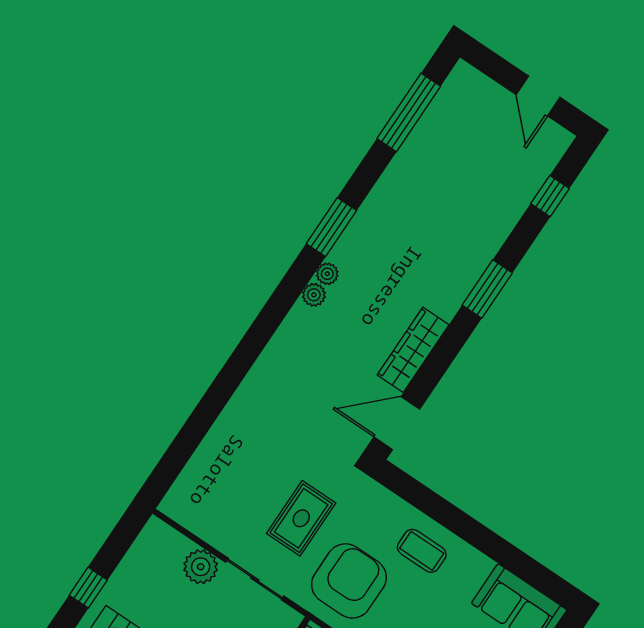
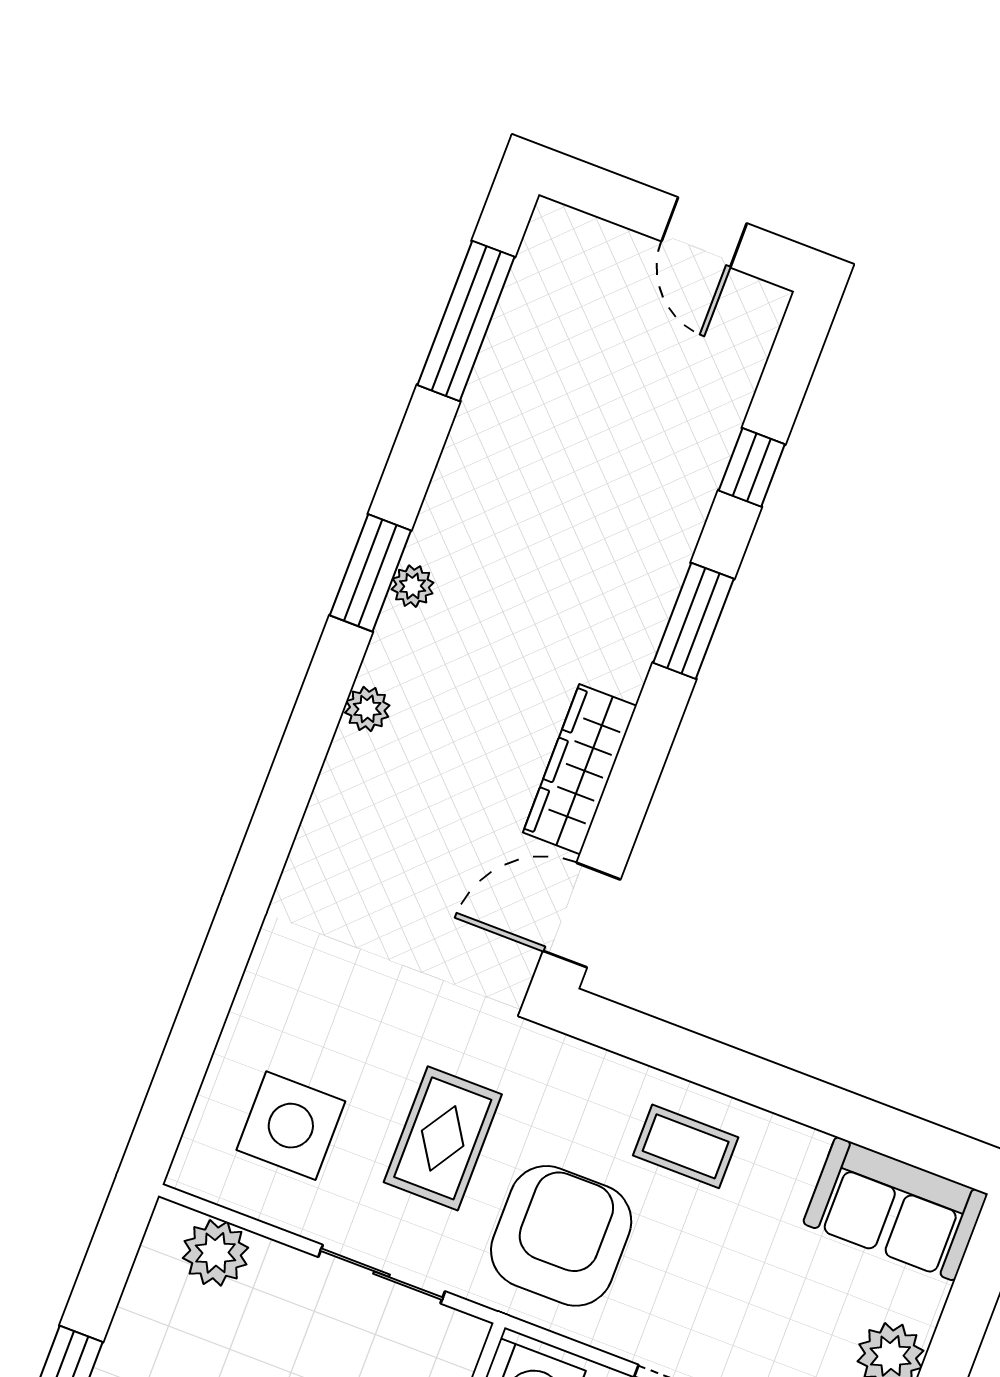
window: (550, 196) -> (752, 467), moved
plant: (327, 274) -> (413, 586), moved
side table: (227, 494) -> (291, 1126), added
plant: (201, 567) -> (215, 1253), moved

